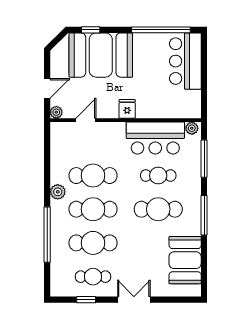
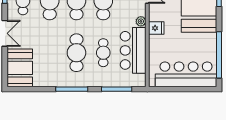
bar counter: (185, 61) -> (186, 74), width x1.36
plant: (192, 128) -> (141, 21), moved
booth: (185, 260) -> (20, 68), moved, turned 90

